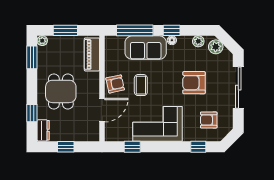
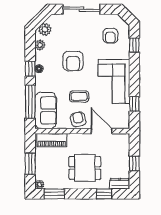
sofa: (146, 48) -> (46, 110), moved
armchair: (194, 83) -> (73, 61), moved

